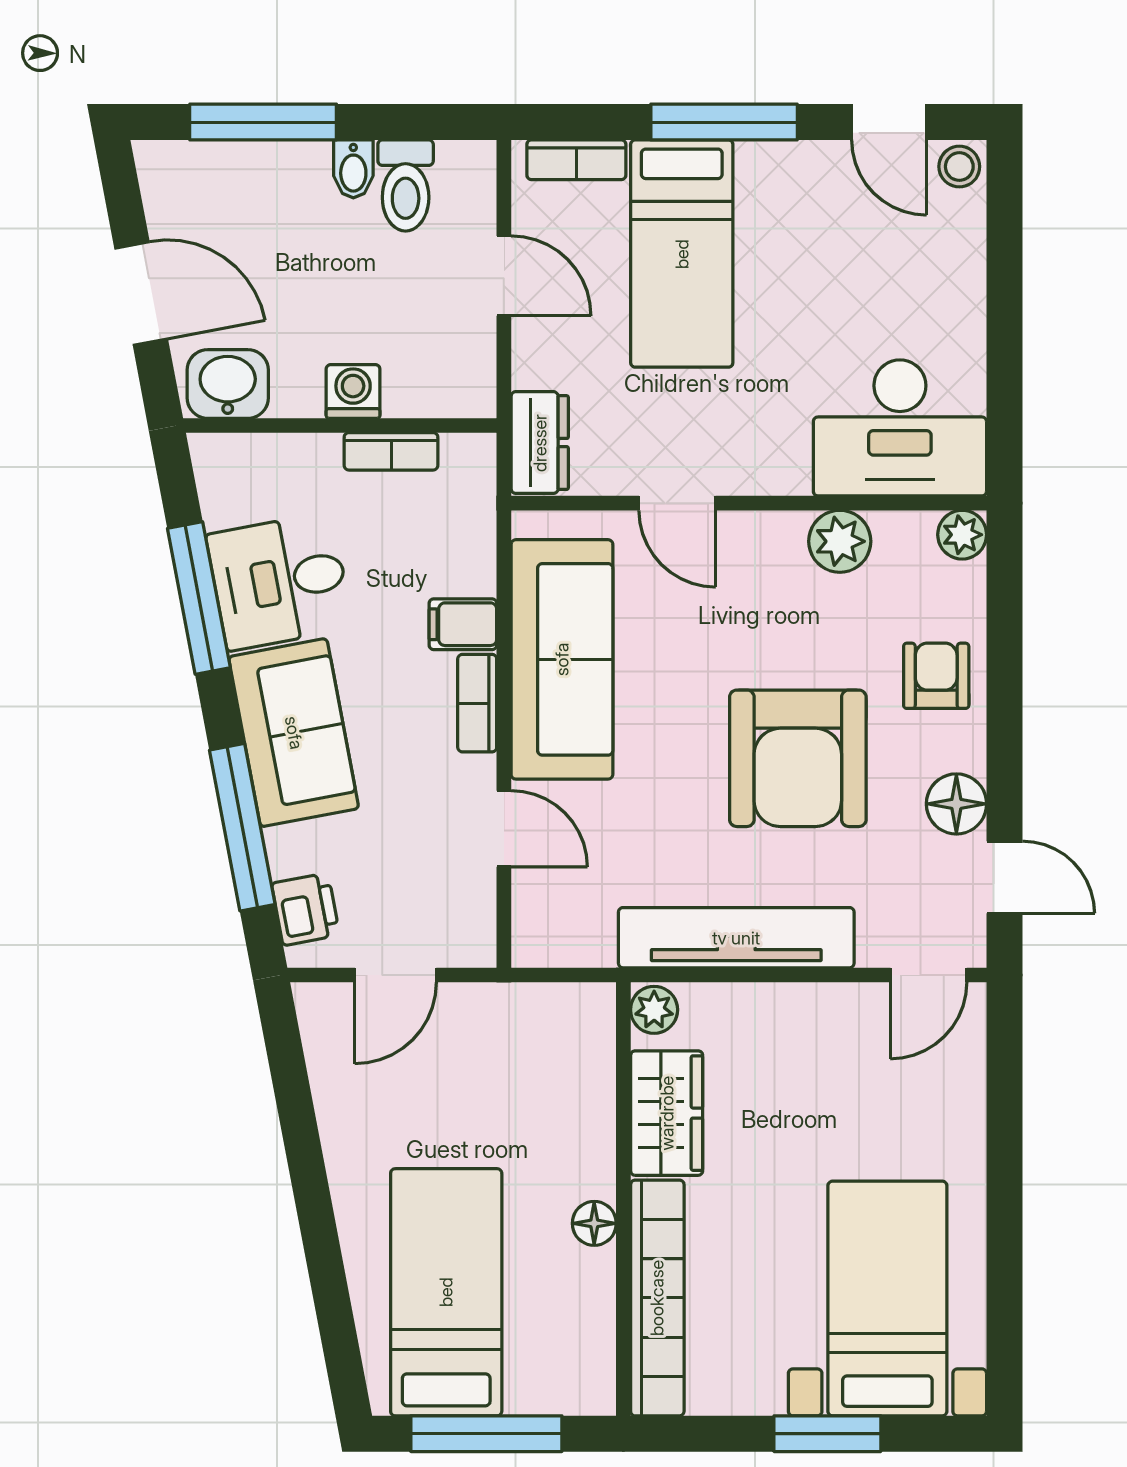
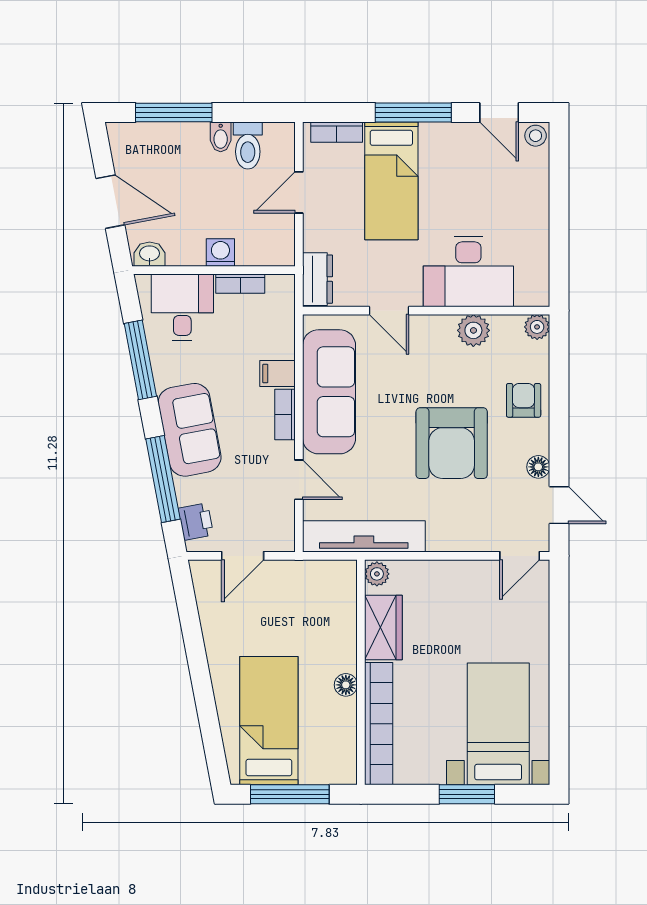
door: (504, 276) -> (299, 192), swing flipped
washbasin: (228, 384) -> (150, 254), width x0.72, depth x0.69
desk: (900, 428) -> (468, 271), moved
desk: (280, 581) -> (182, 307), moved, turned 101
floor lamp: (956, 804) -> (538, 467), width x0.73, depth x0.73
tv unit: (736, 938) -> (364, 536), moved

